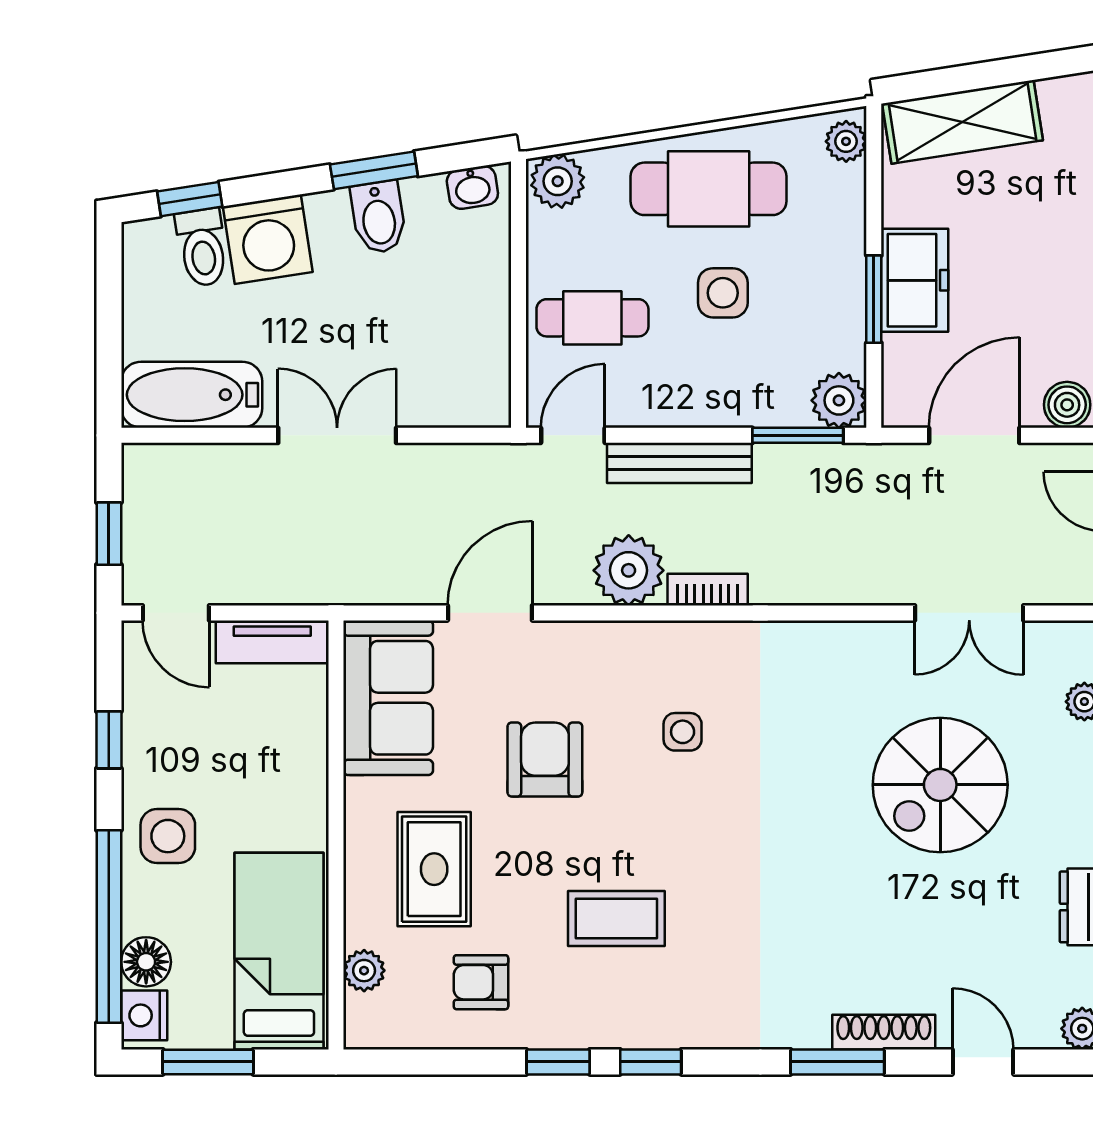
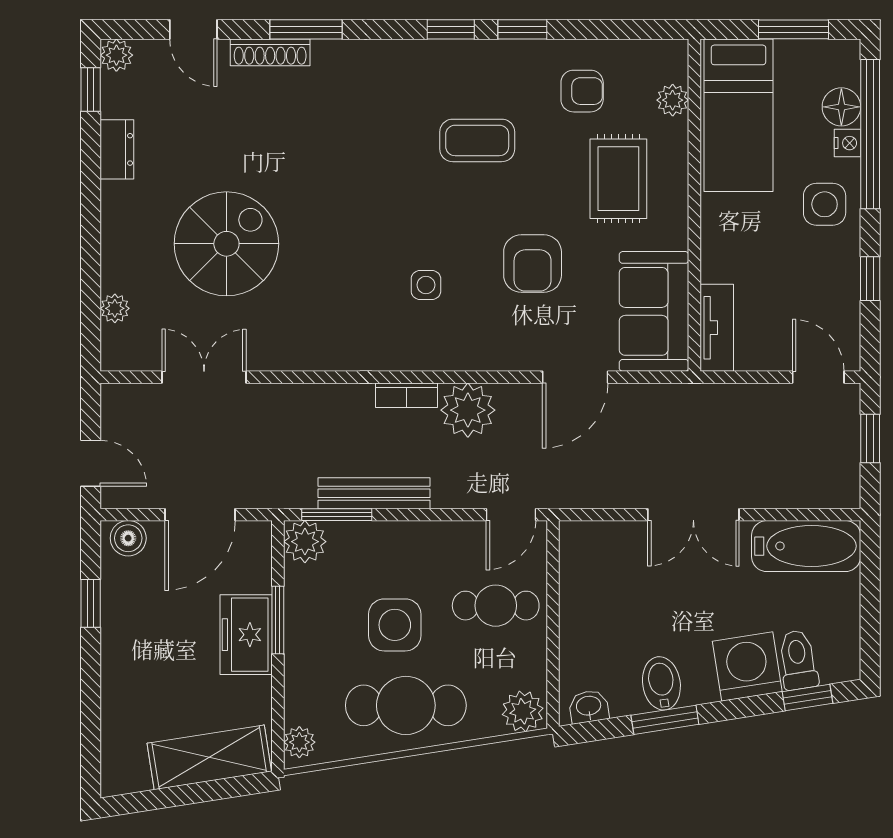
side table: (723, 293) -> (395, 625), width x1.37, depth x1.37
bench: (679, 463) -> (374, 493), moved
tv unit: (272, 642) -> (717, 328), moved, turned 90
nightstand: (144, 1015) -> (847, 143), moved, width x0.72, depth x0.74

